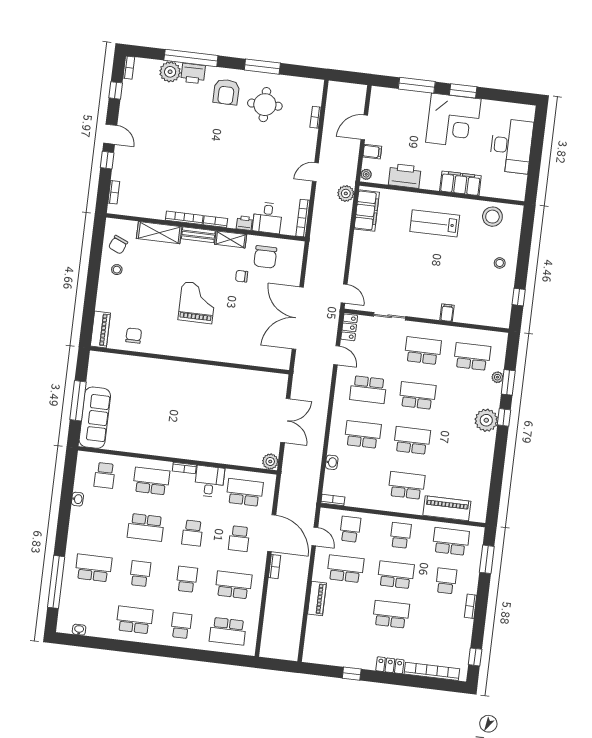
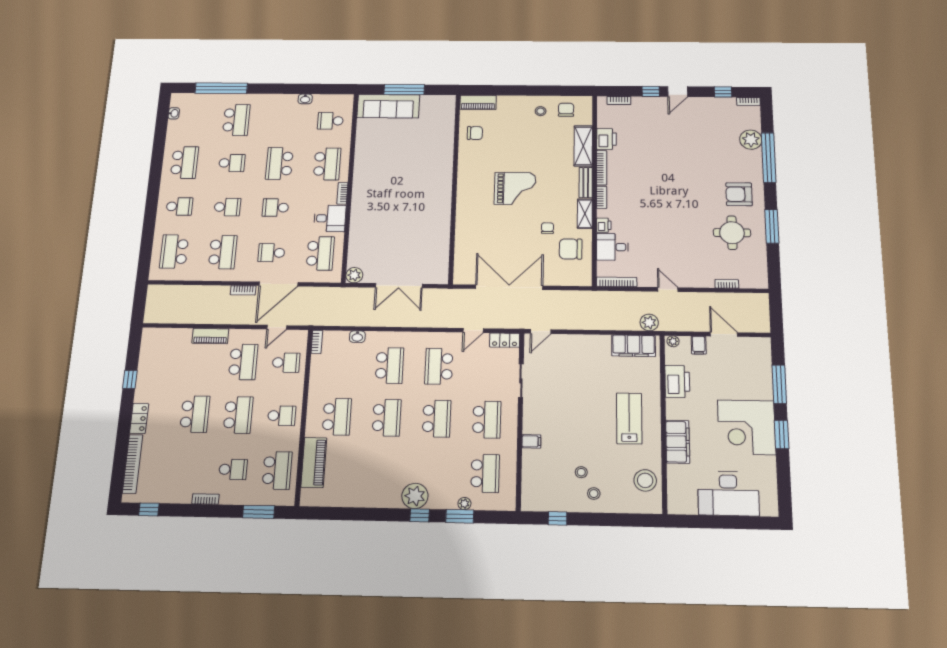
printer: (193, 73) -> (606, 139), moved, turned 180
chair: (118, 245) -> (566, 110), turned 67
stool: (479, 272) -> (581, 472), added

